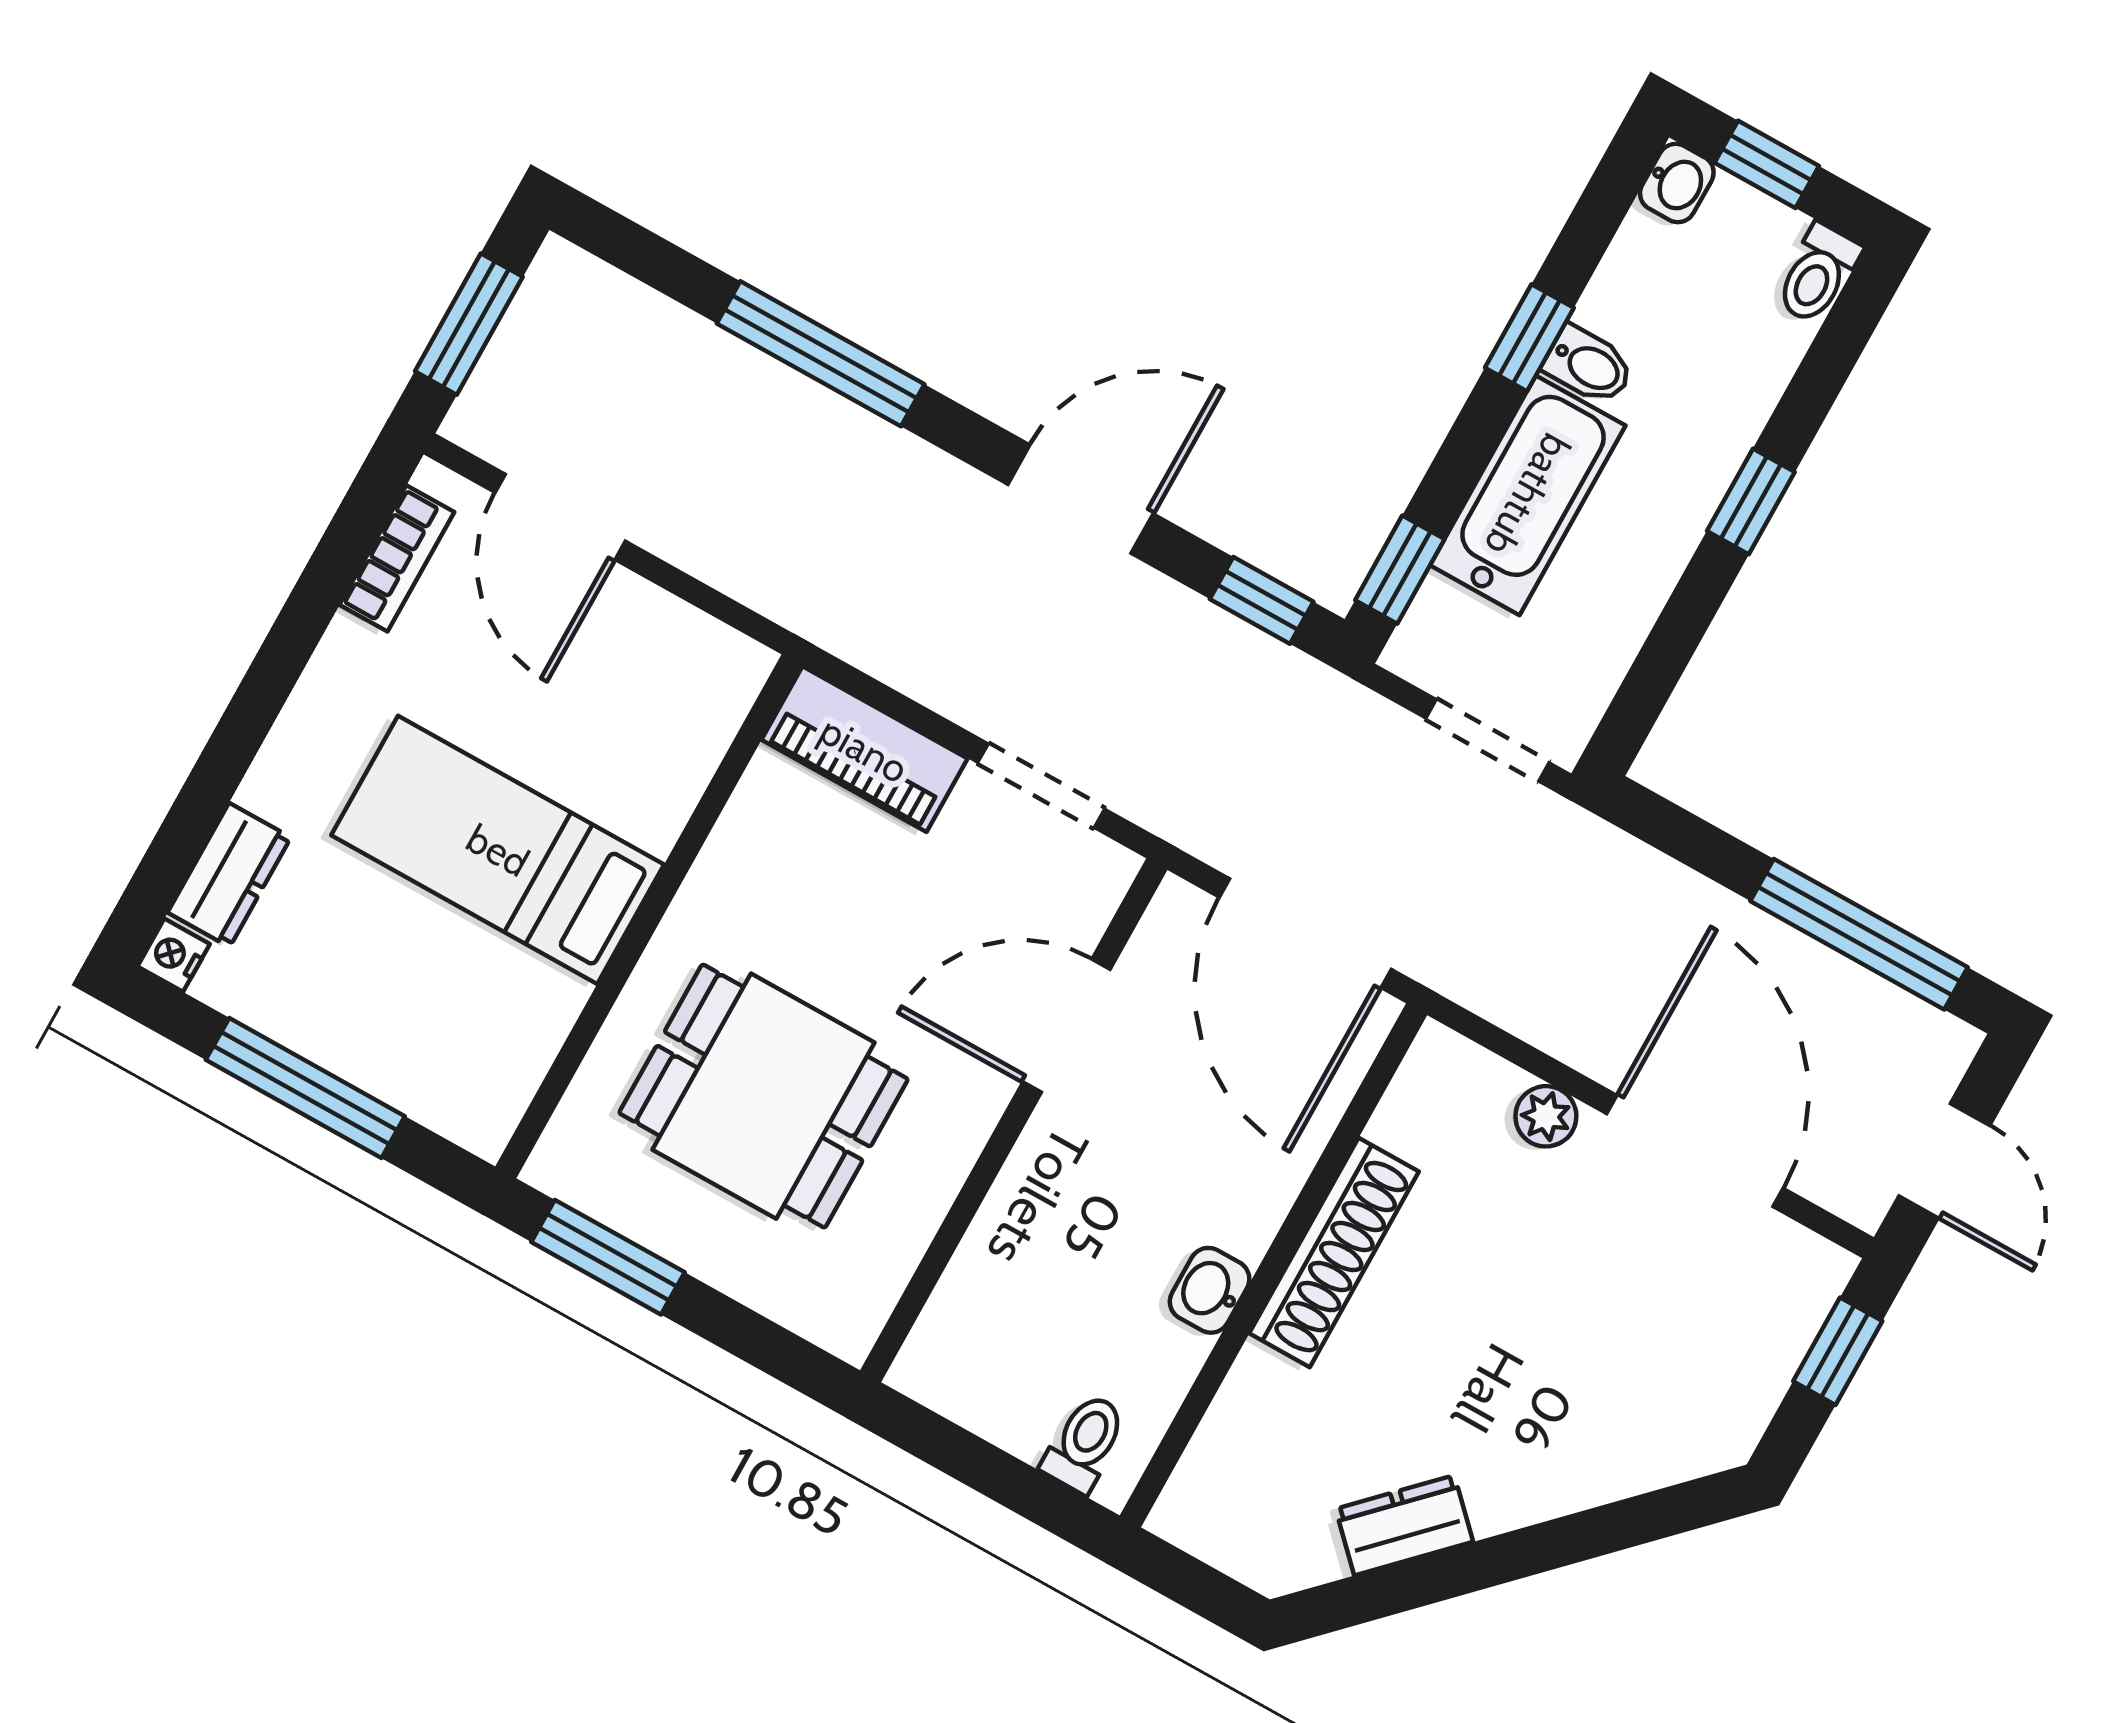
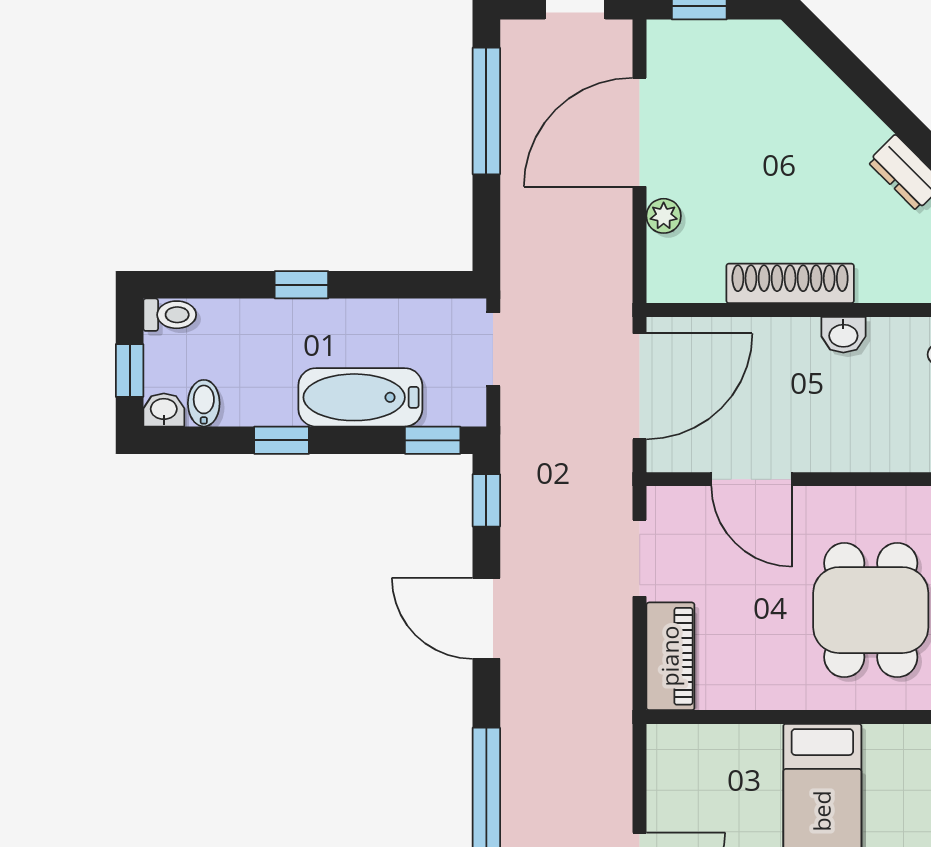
bidet: (1589, 365) -> (204, 403), moved

